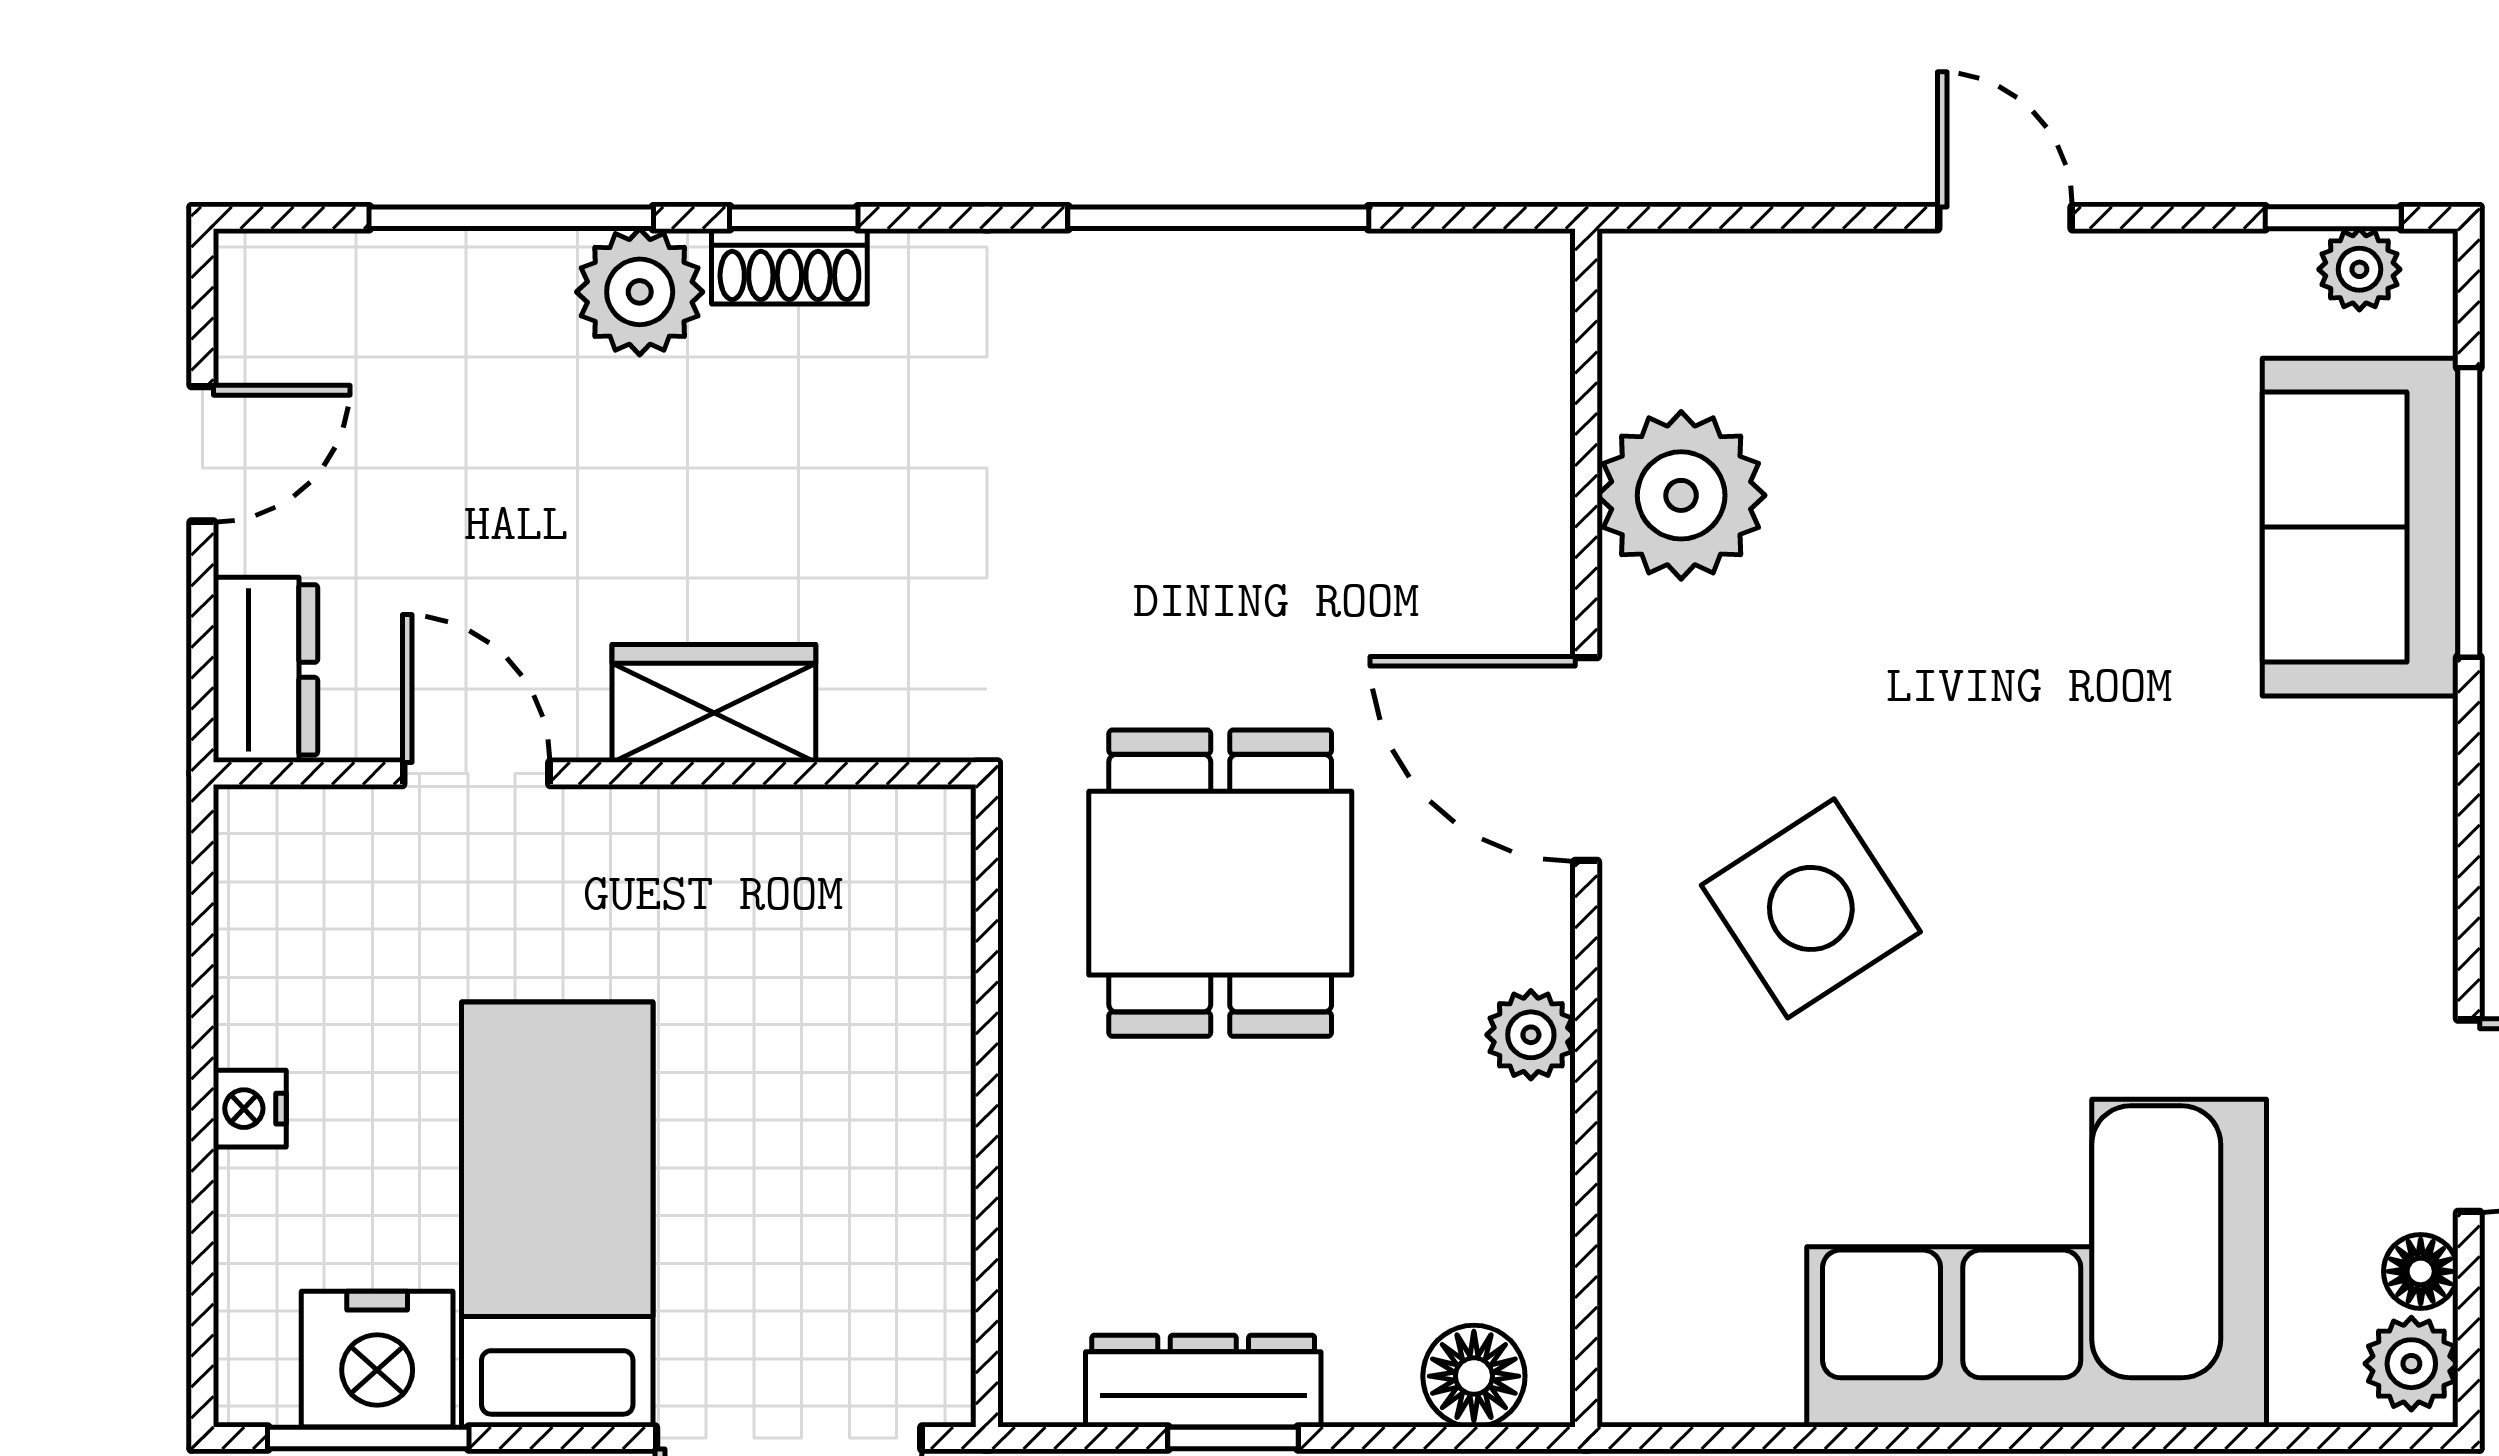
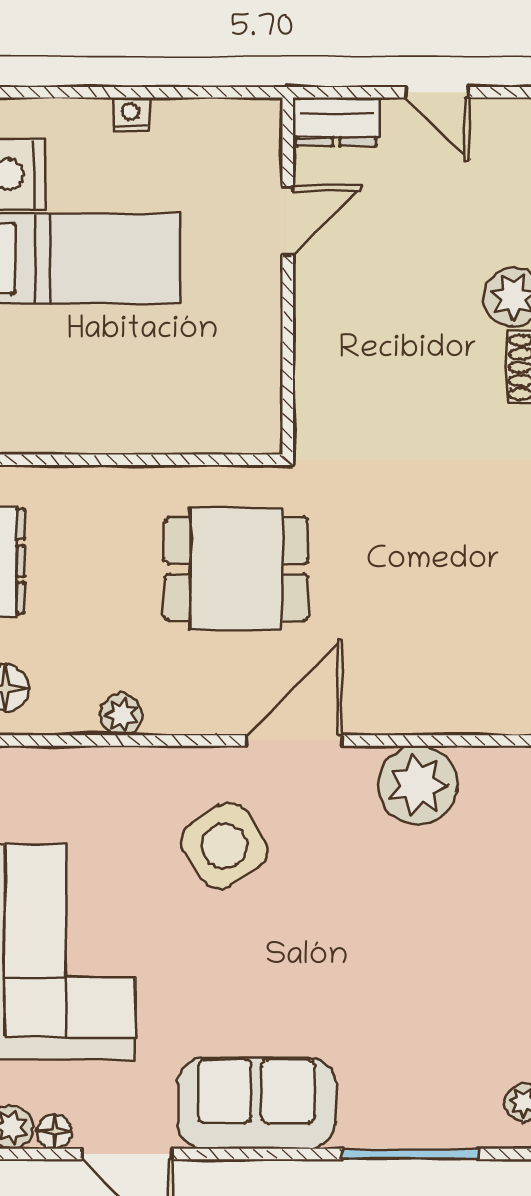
sofa: (2360, 527) -> (256, 1103), moved
wardrobe: (714, 703) -> (320, 332), removed
plant: (1531, 1035) -> (121, 715), moved

